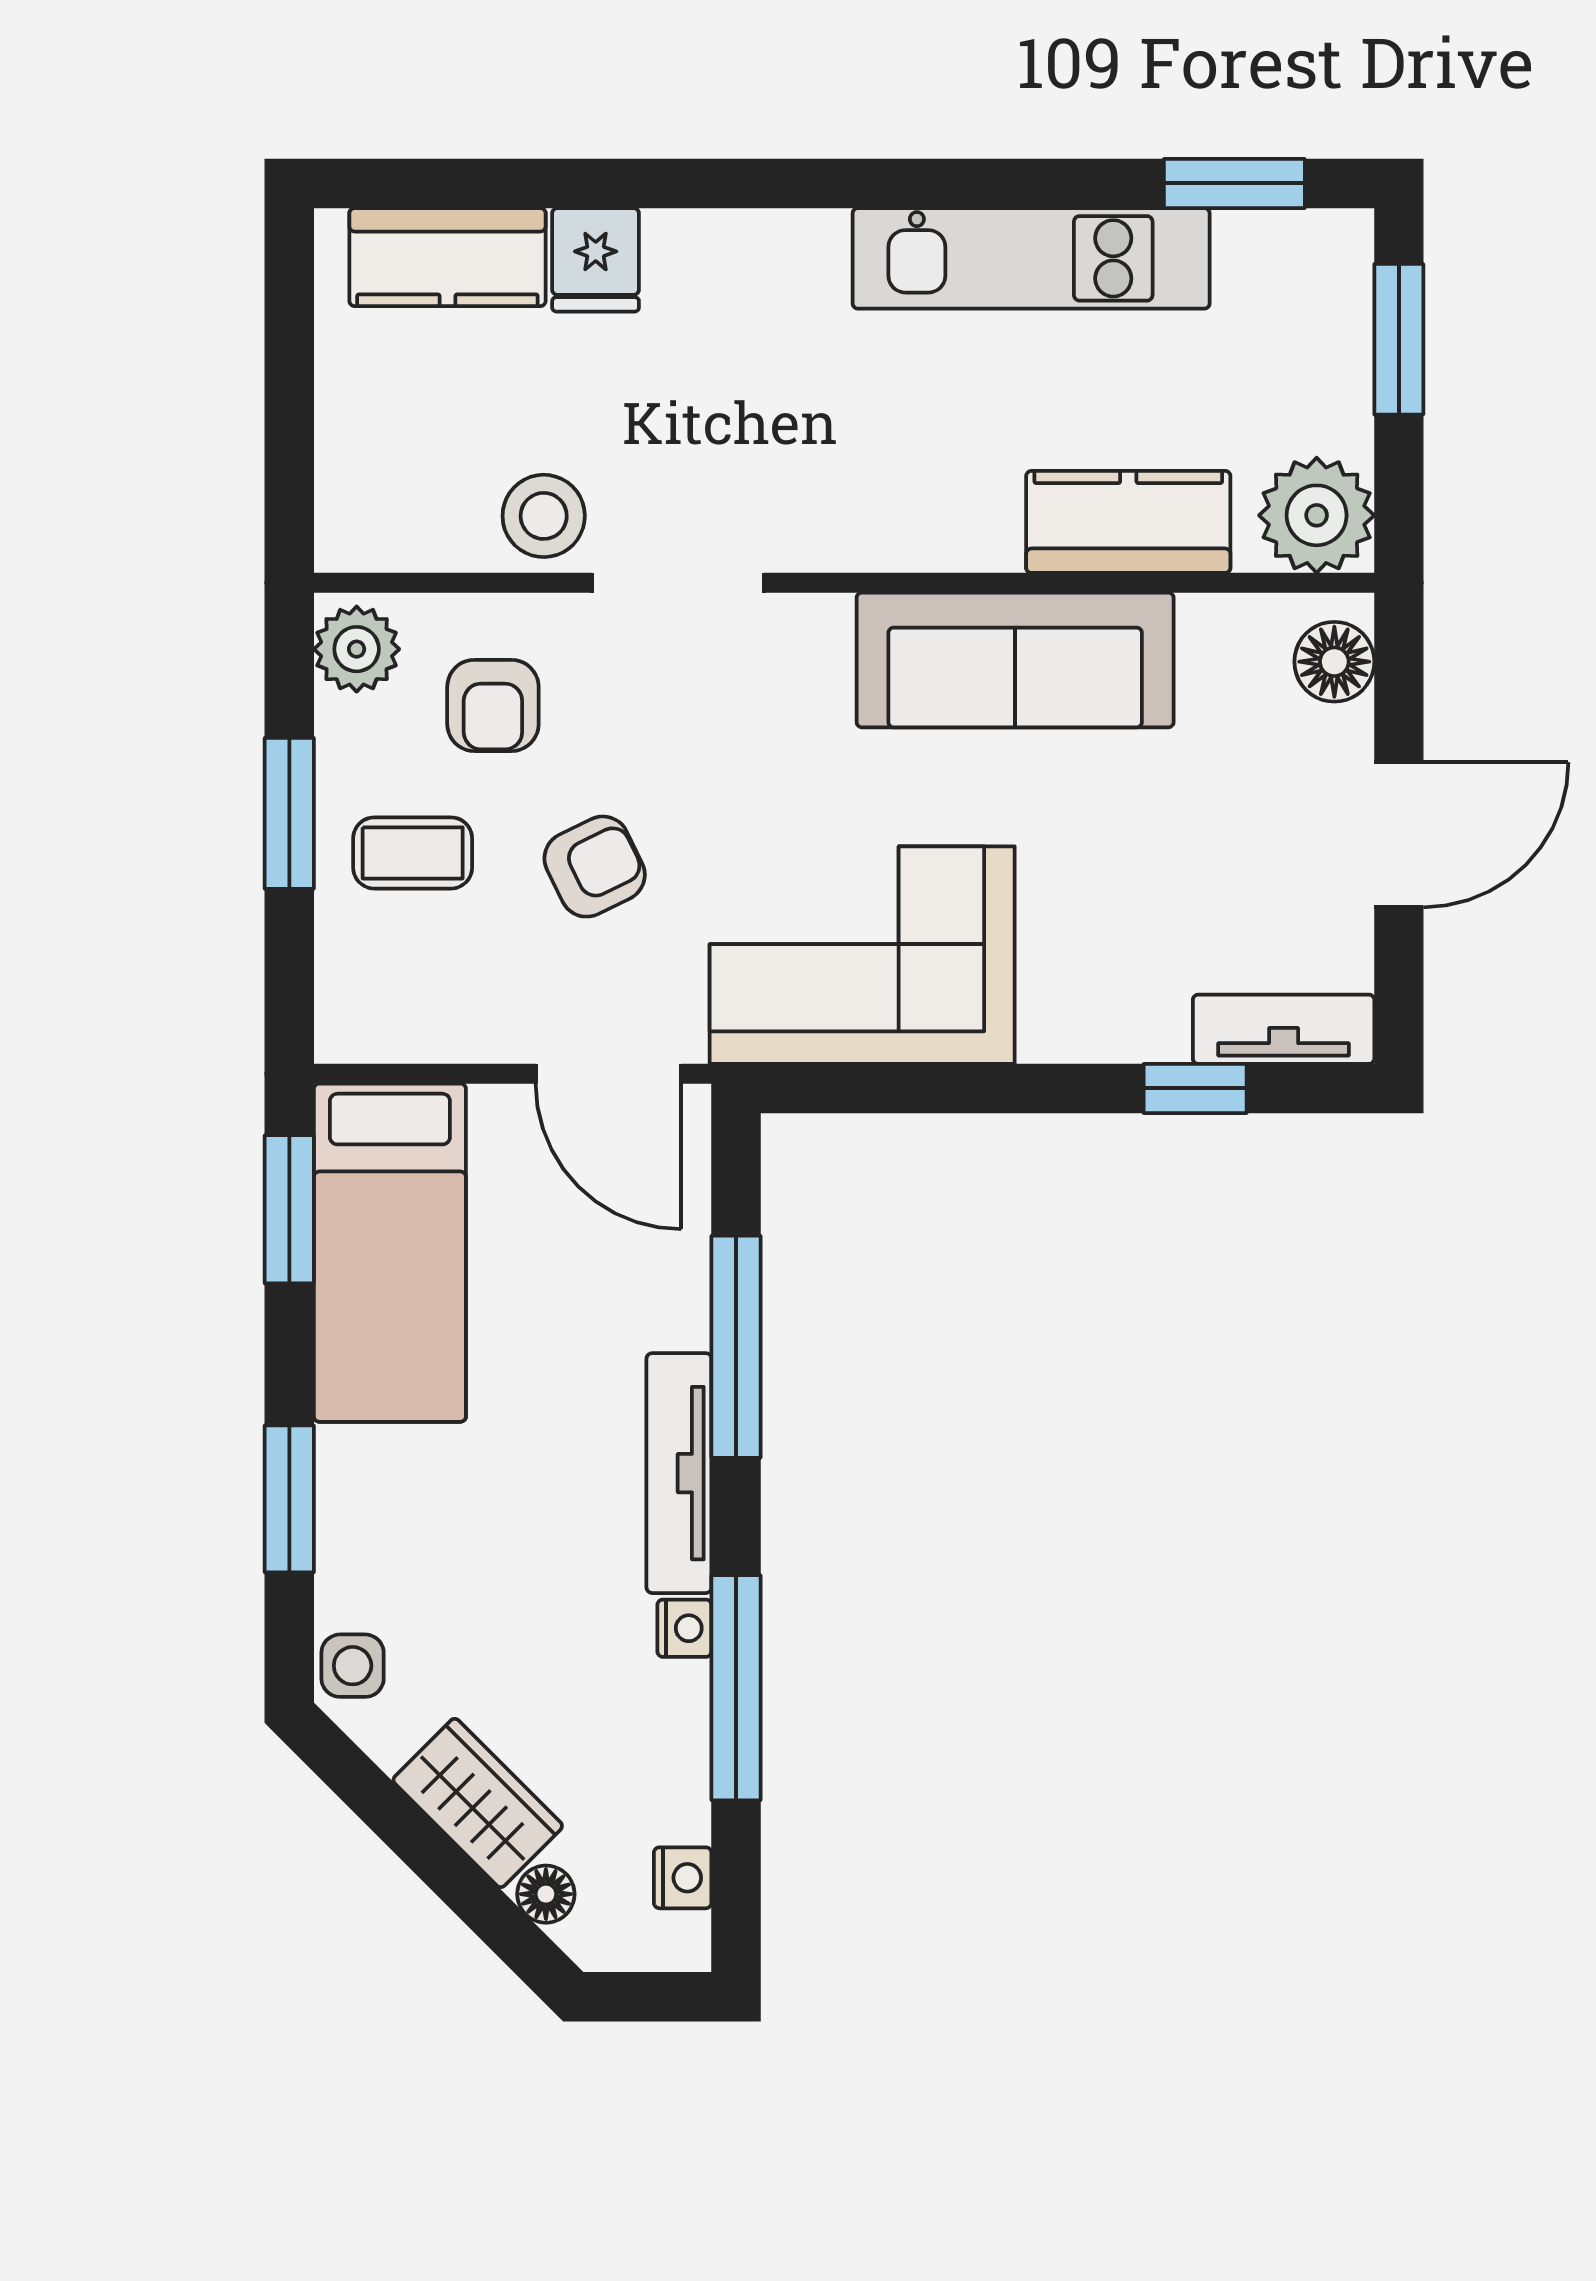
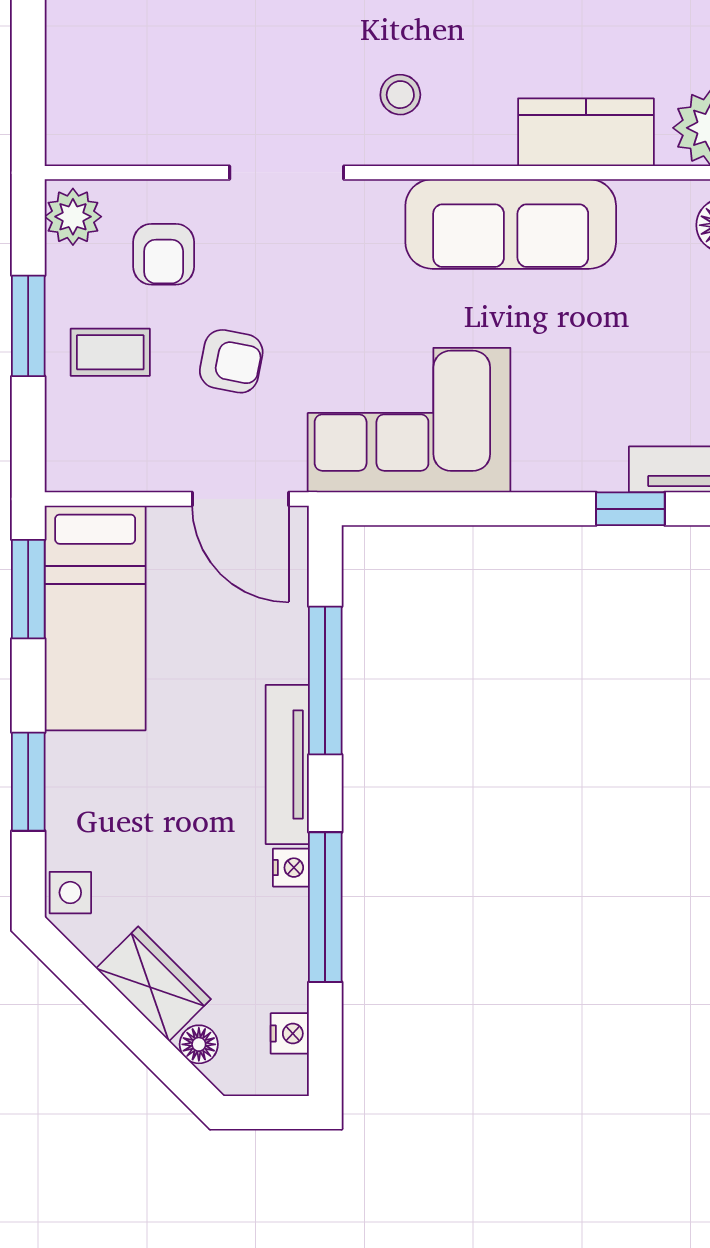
stool: (544, 516) -> (400, 95), moved, width x0.73, depth x0.73
armchair: (595, 867) -> (231, 361), turned 37

